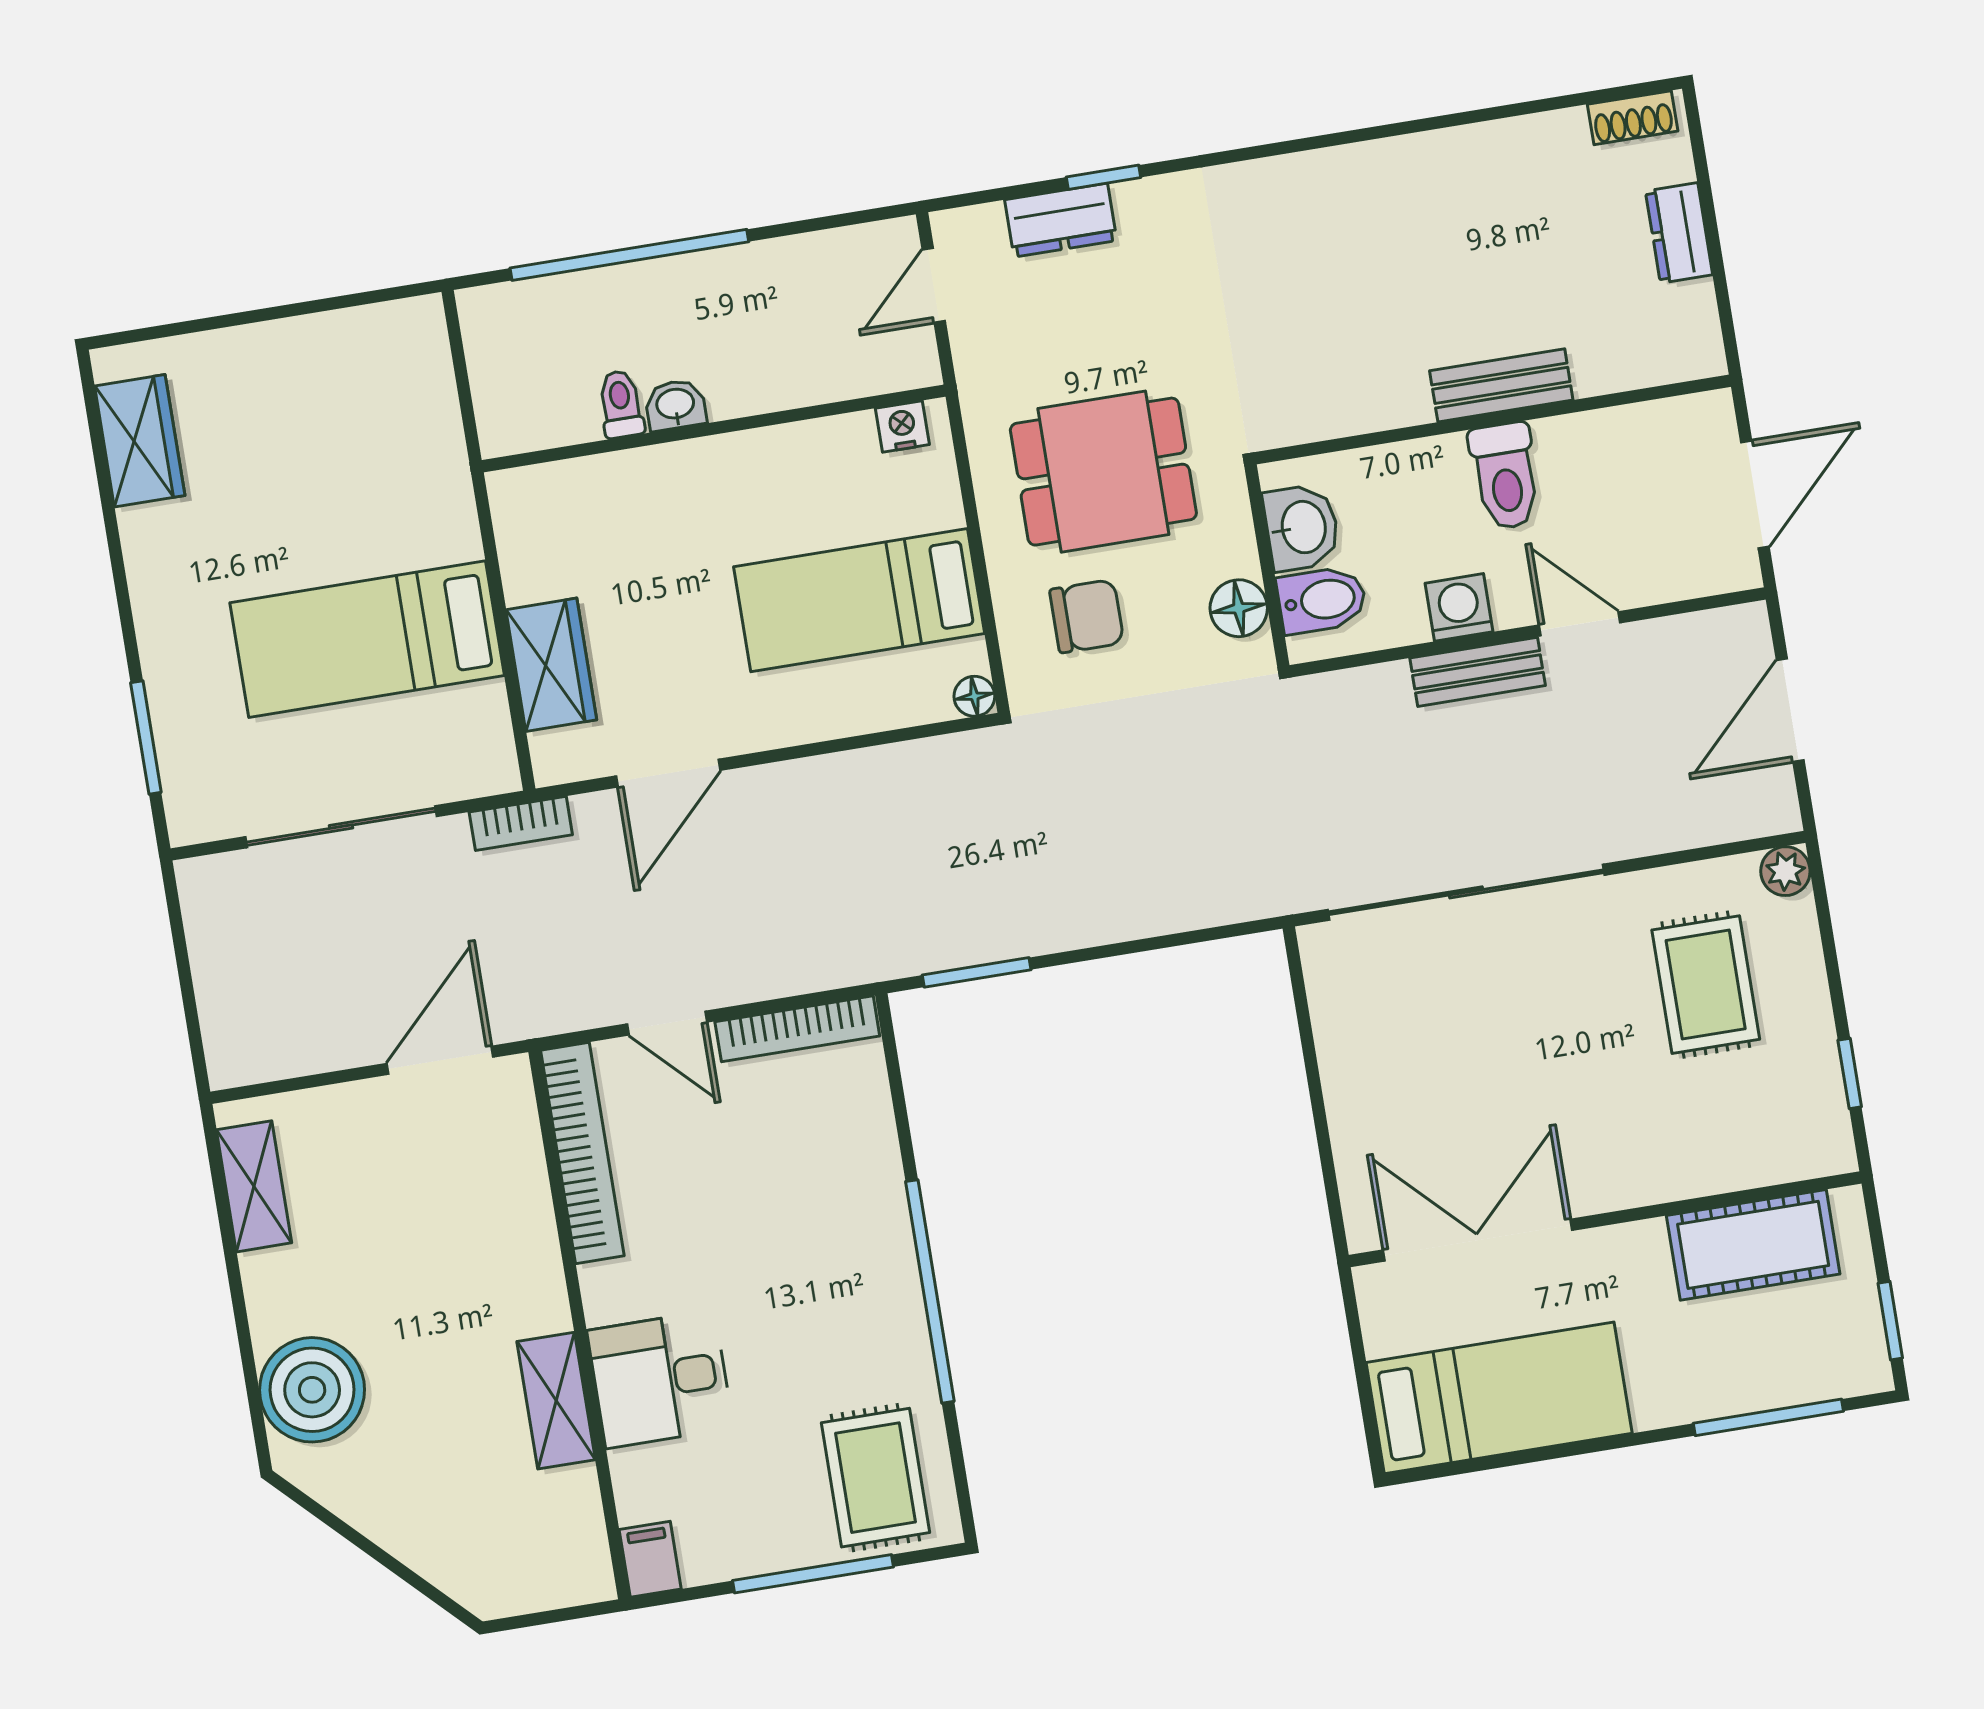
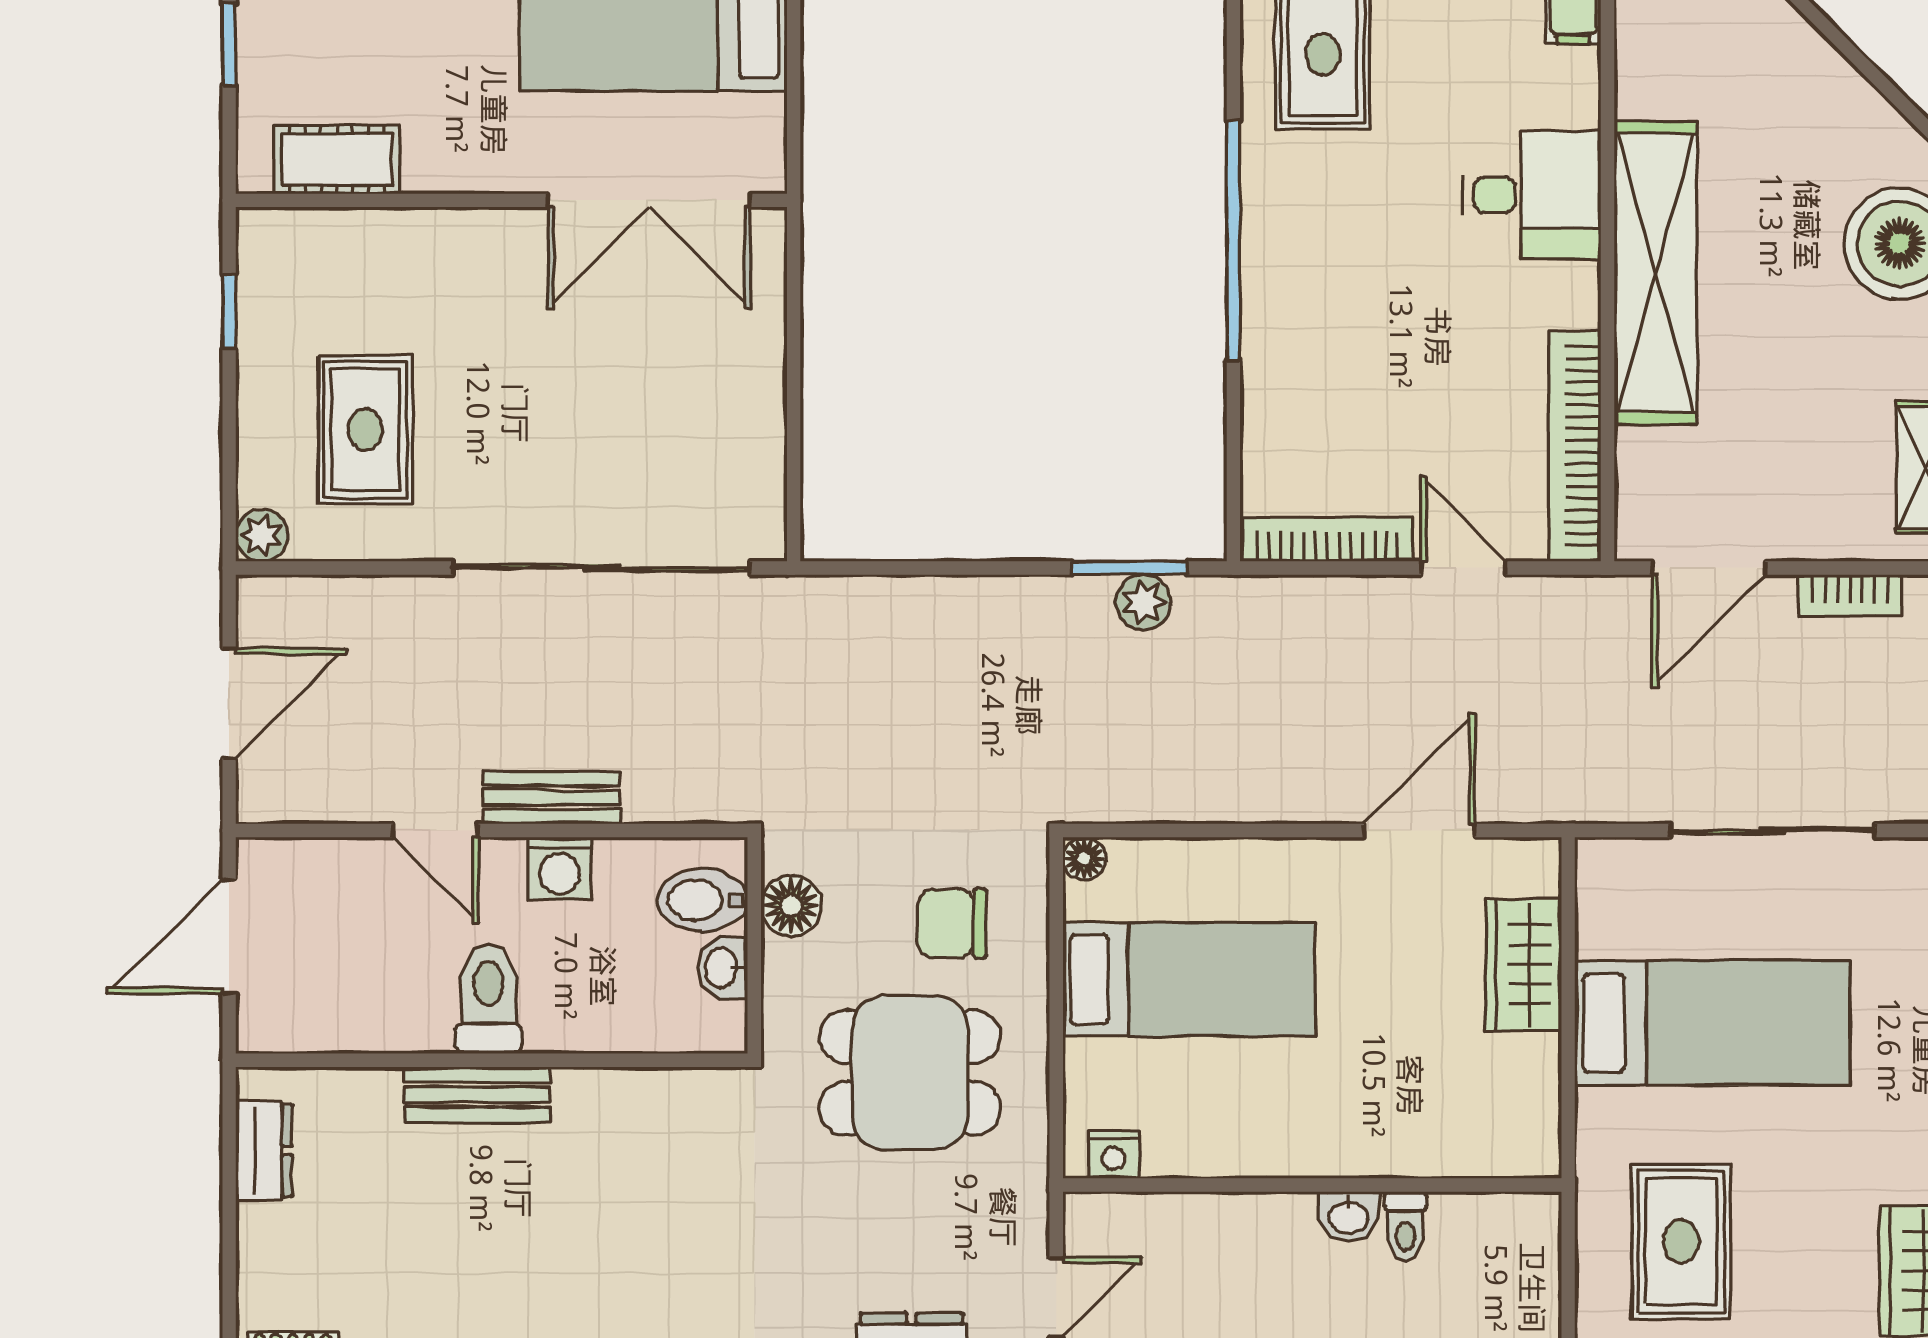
dresser: (1679, 233) -> (264, 1150), moved
rug: (363, 432) -> (1681, 1242), added
washbasin: (1302, 527) -> (722, 968), width x0.72, depth x0.69
bookcase: (521, 823) -> (1850, 595), moved, turned 180
plant: (958, 943) -> (1143, 602), added
cot: (1753, 1245) -> (337, 160), width x0.73, depth x0.75
shelving: (556, 1401) -> (1655, 273), width x2.20, depth x1.33

